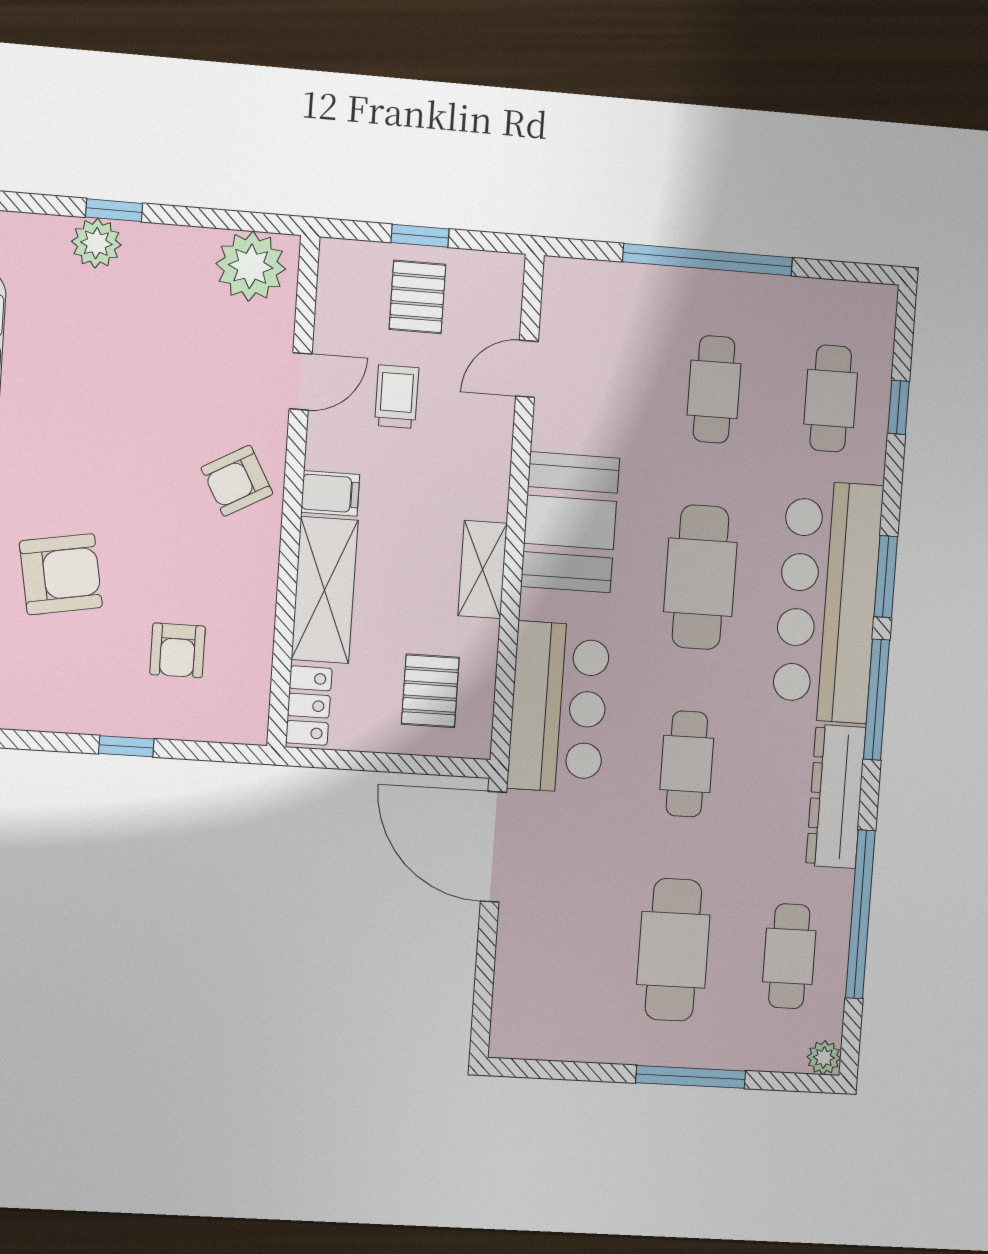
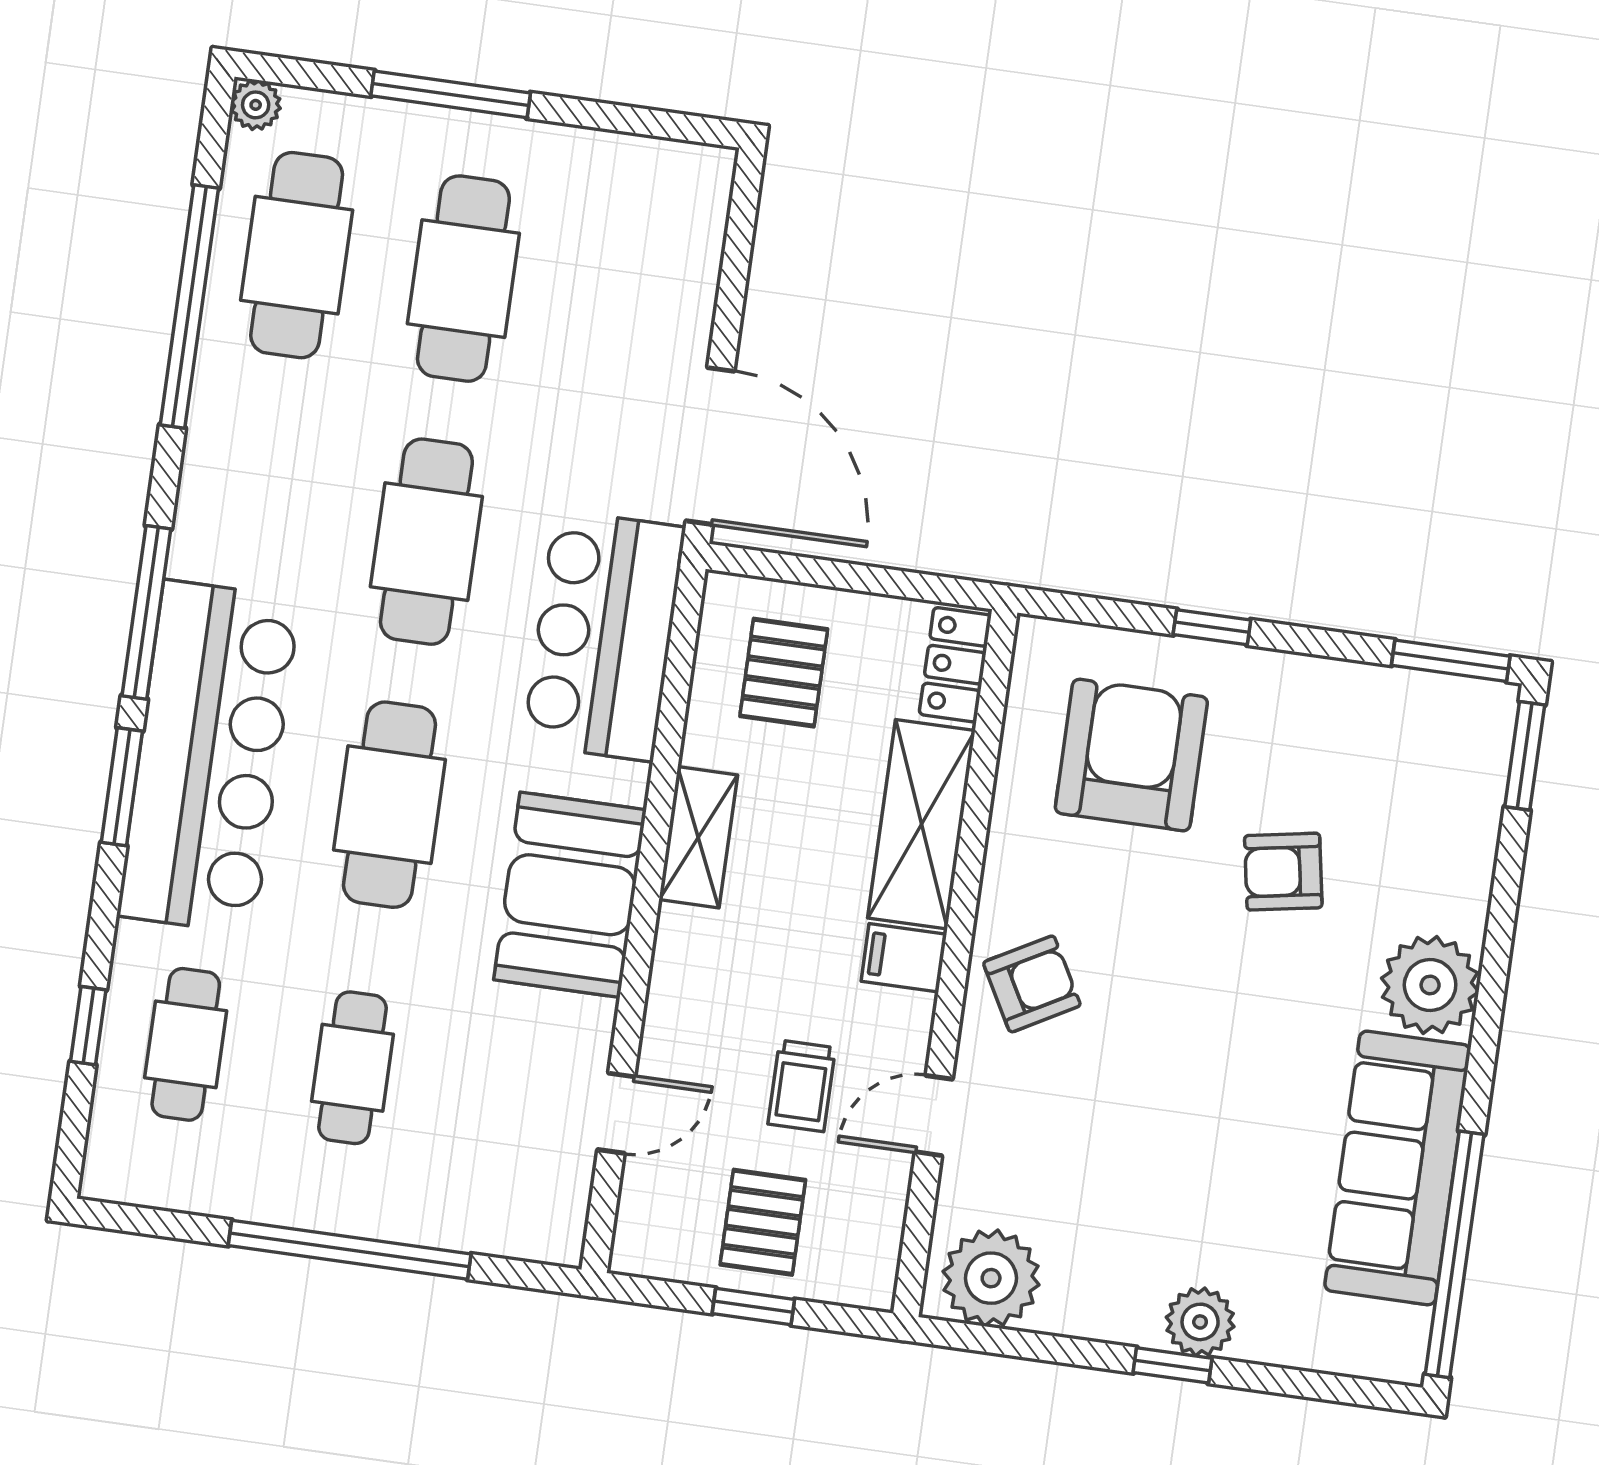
armchair: (61, 574) -> (1283, 872), width x0.72, depth x0.72
armchair: (178, 650) -> (1131, 755), width x1.88, depth x1.88
cafe table: (687, 764) -> (426, 542), width x1.37, depth x1.35
dresser: (836, 796) -> (214, 478), removed
cafe table: (789, 956) -> (297, 255), width x1.37, depth x1.35

